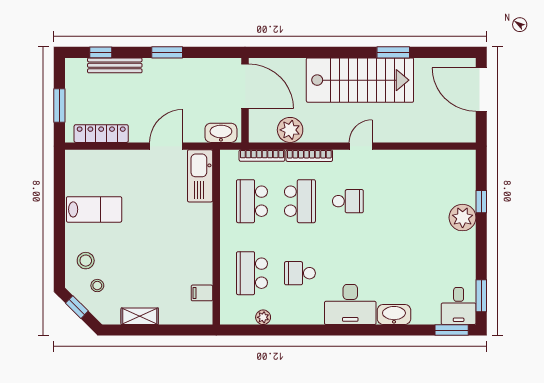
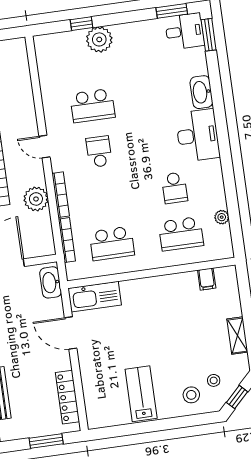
plant: (290, 130) -> (36, 199), moved
school desk: (300, 201) -> (93, 106), moved, turned 180

